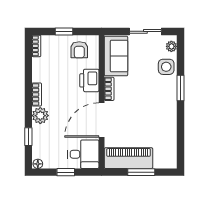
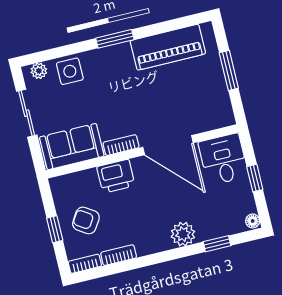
armchair: (79, 50) -> (86, 220), moved, turned -147
window: (180, 88) -> (115, 39), moved
bookcase: (37, 94) -> (119, 255), moved
piano: (129, 158) -> (168, 47), moved, turned -90

